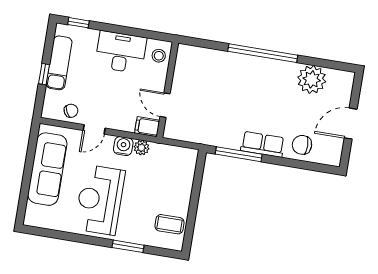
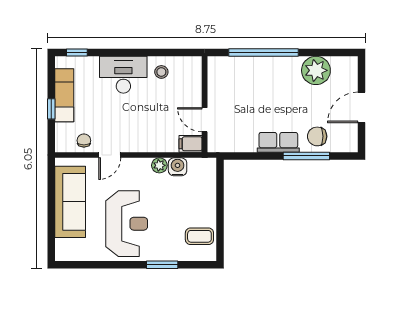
wall: (167, 90) -> (205, 104), moved
door: (165, 105) -> (205, 120), moved
chair: (71, 111) -> (84, 140), turned -62
filing cabinet: (147, 127) -> (191, 144), moved
water cooler: (123, 146) -> (178, 167), moved
window: (239, 154) -> (306, 156), moved
reception desk: (100, 200) -> (127, 224), turned 180

